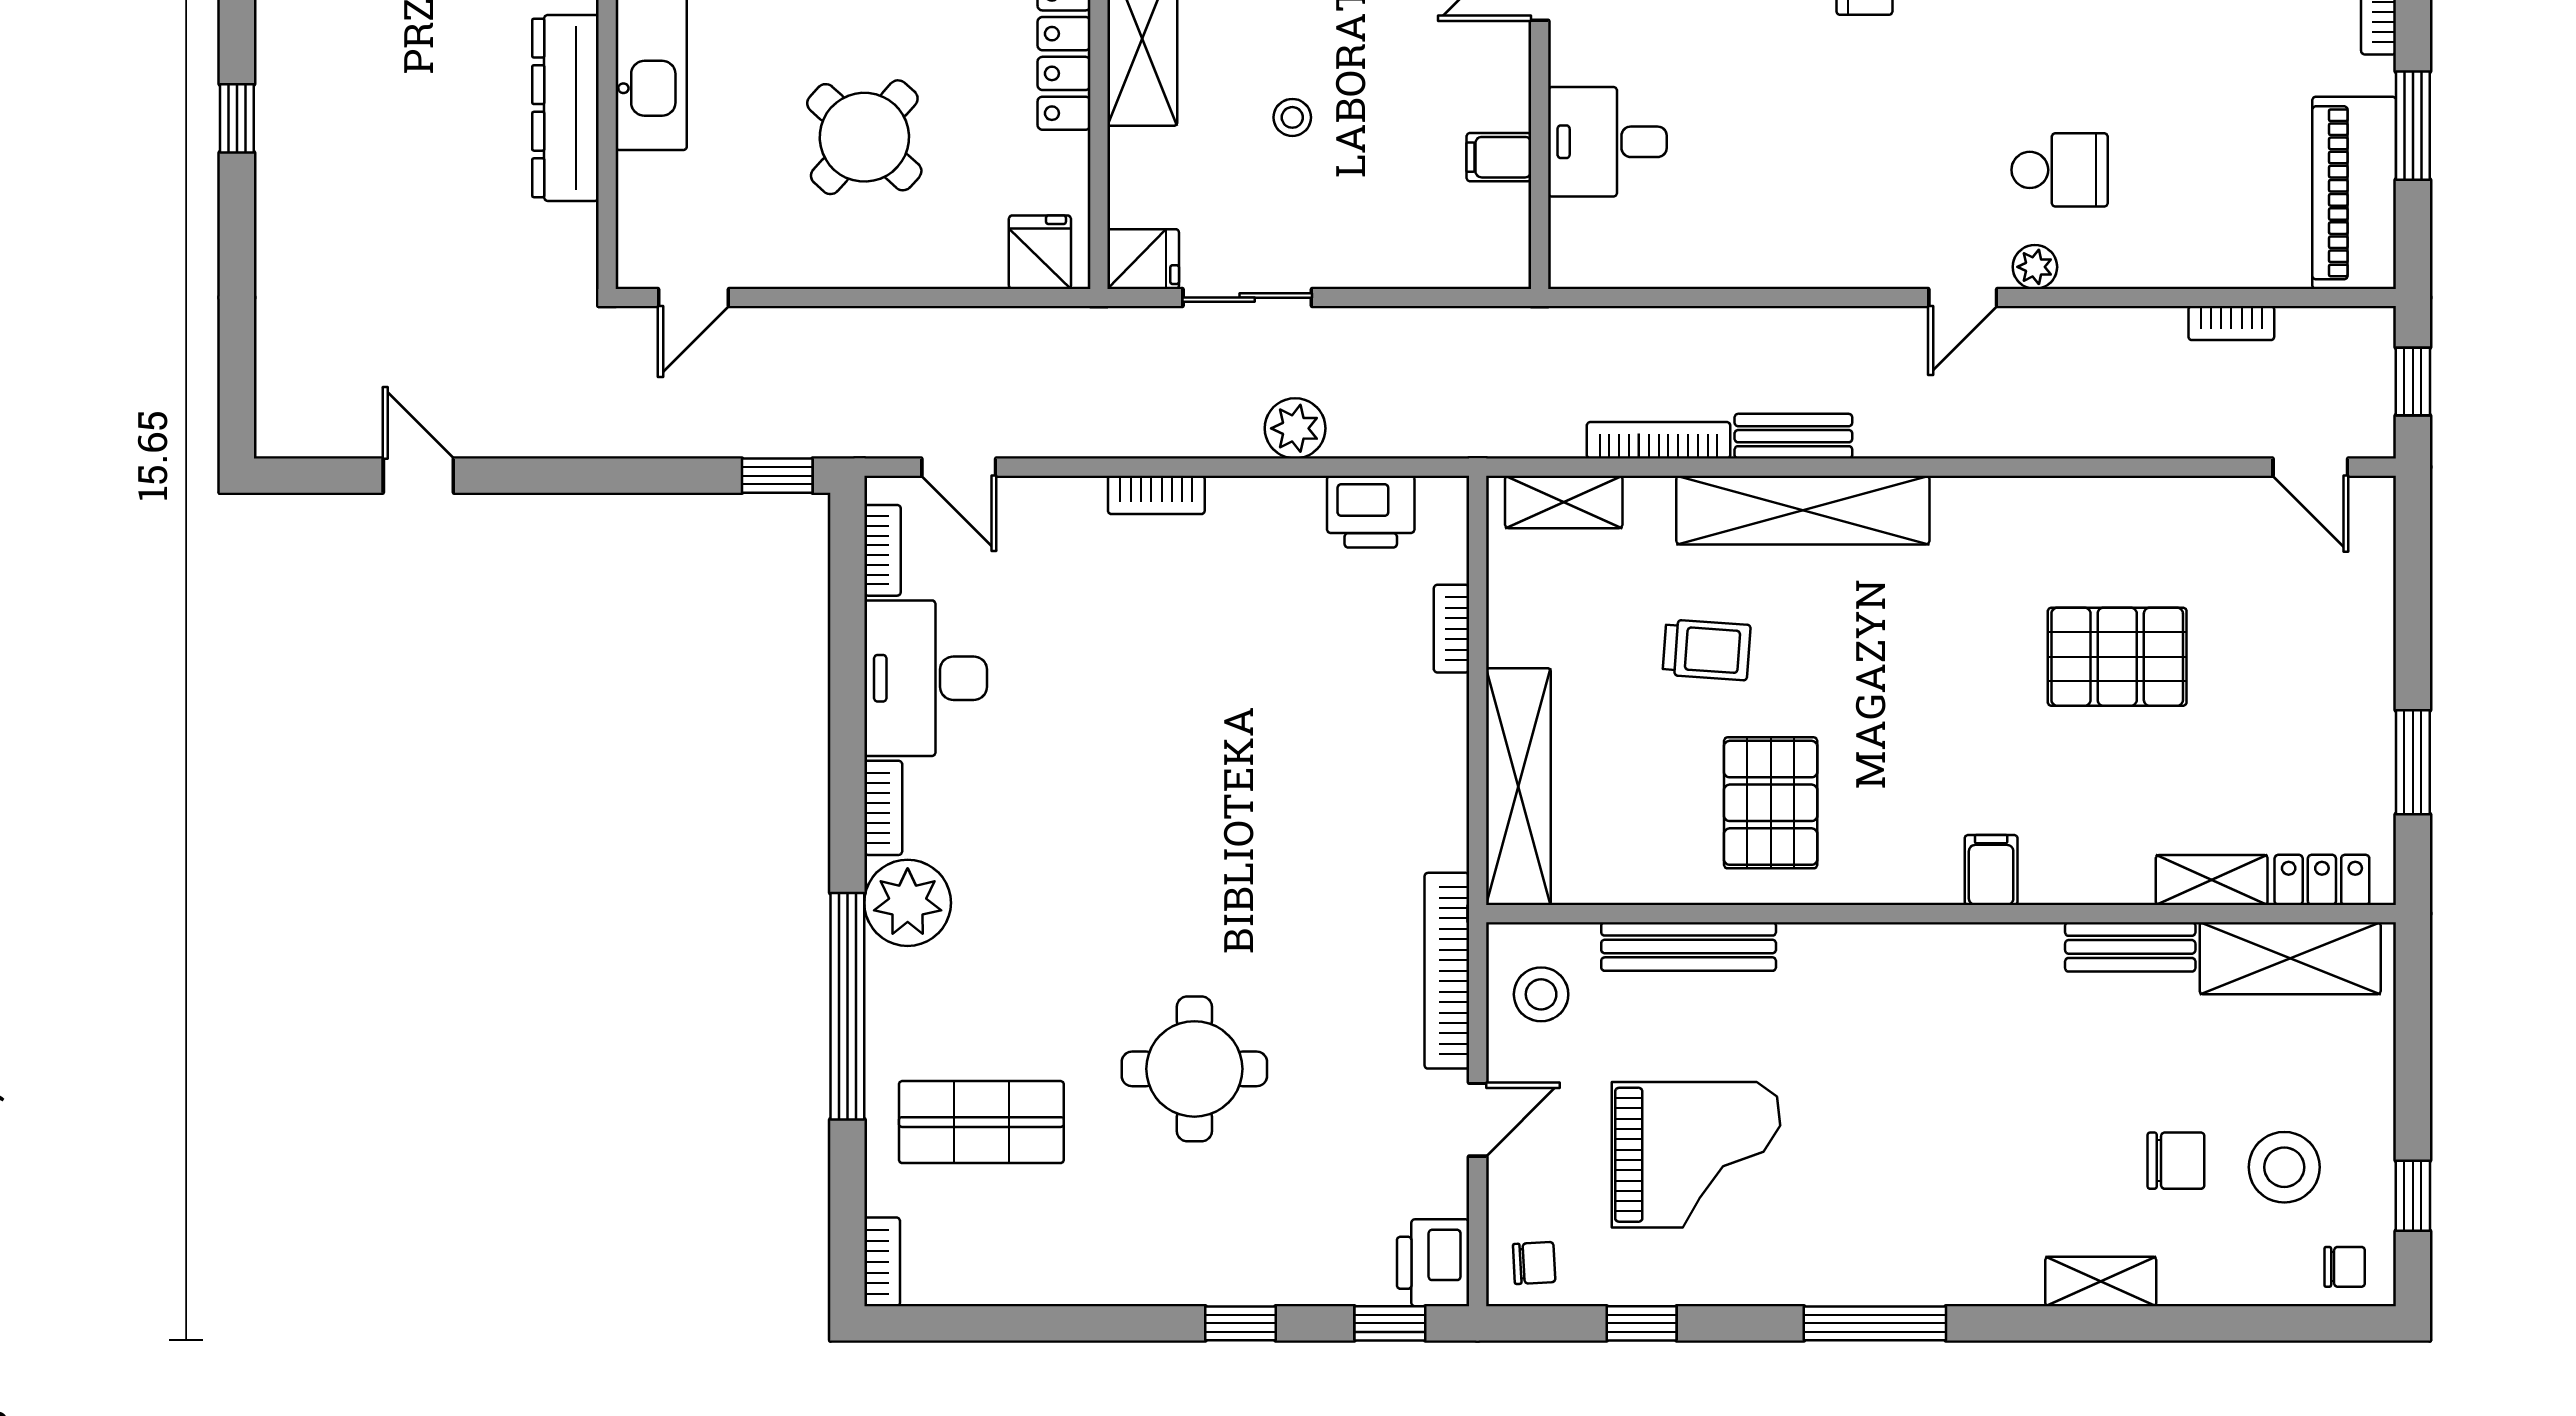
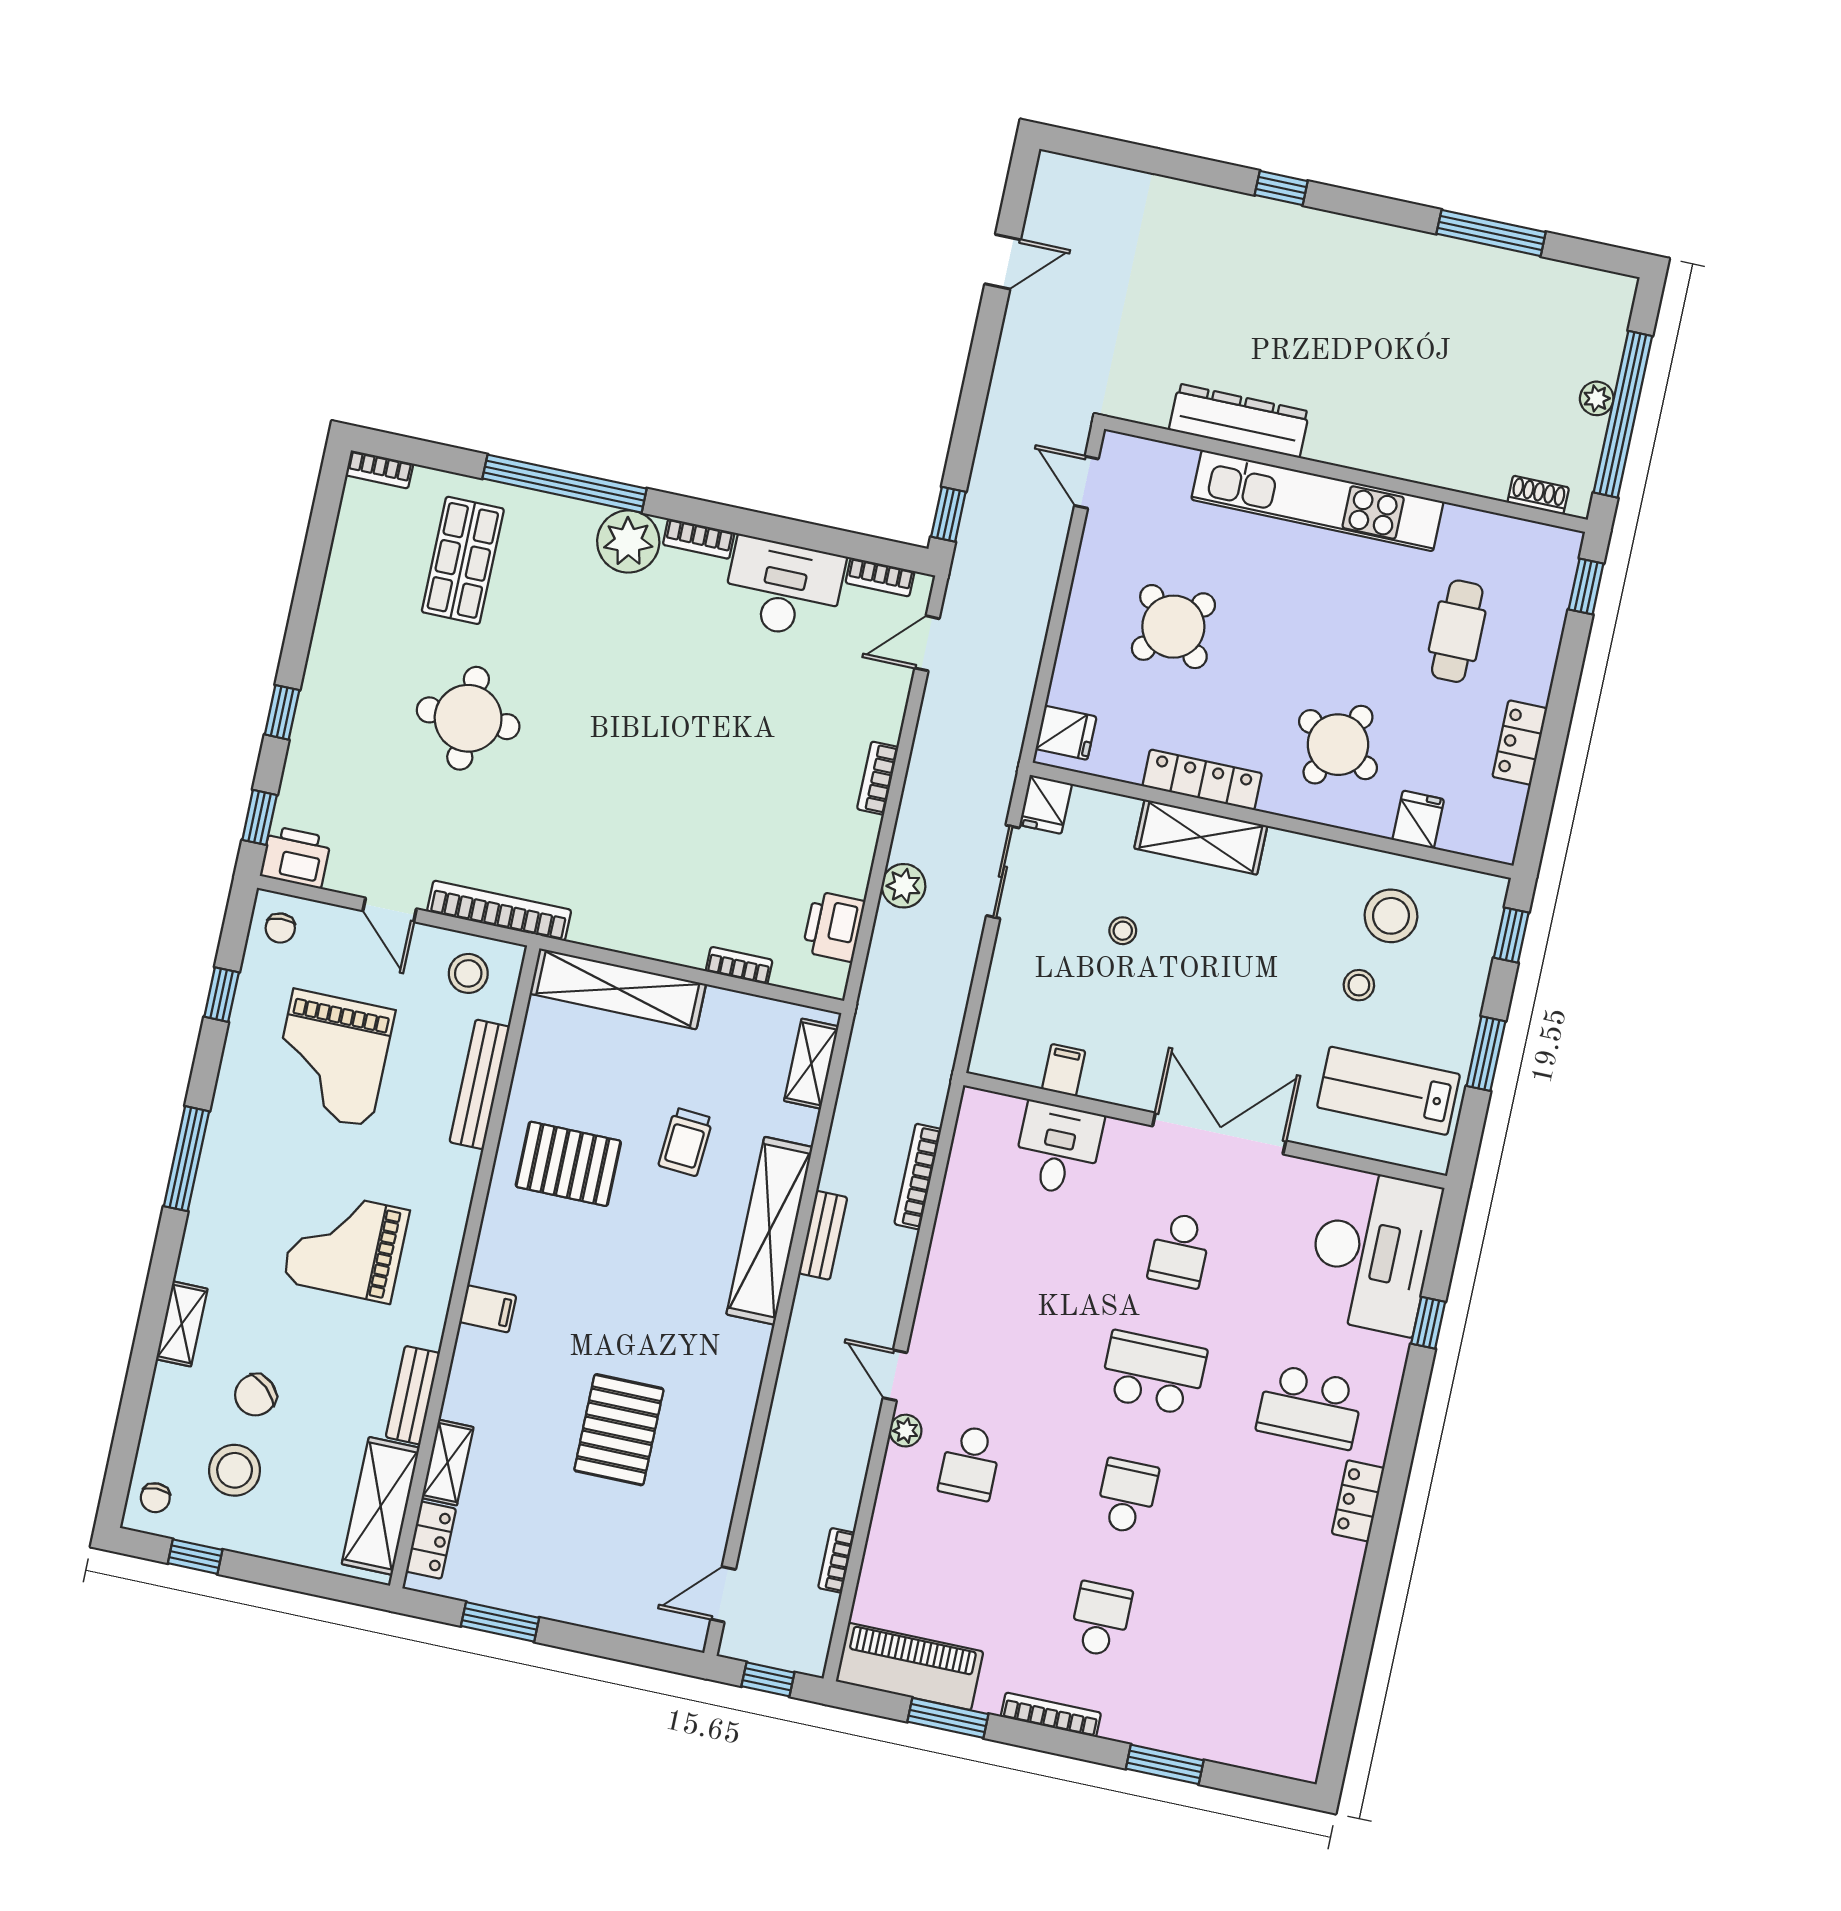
bookcase: (1659, 440) -> (918, 1177), moved, turned 180
grand piano: (1947, 1081) -> (346, 1246), added
chair: (2176, 1161) -> (255, 1395), turned 42

